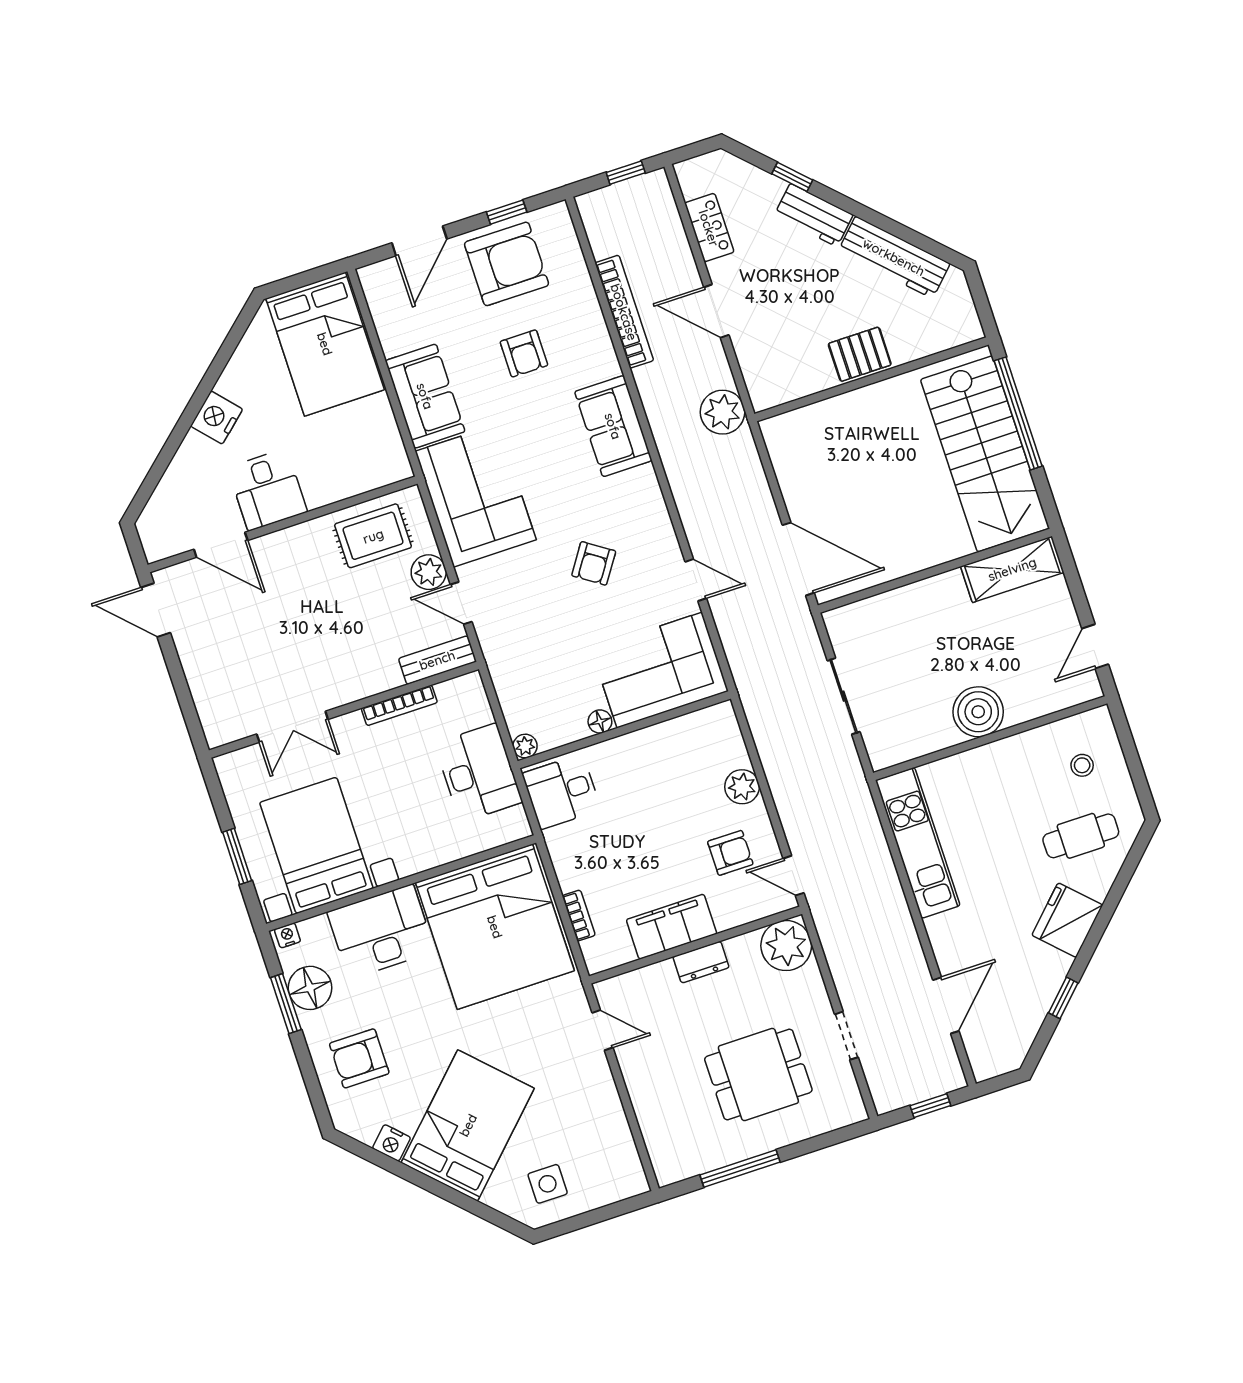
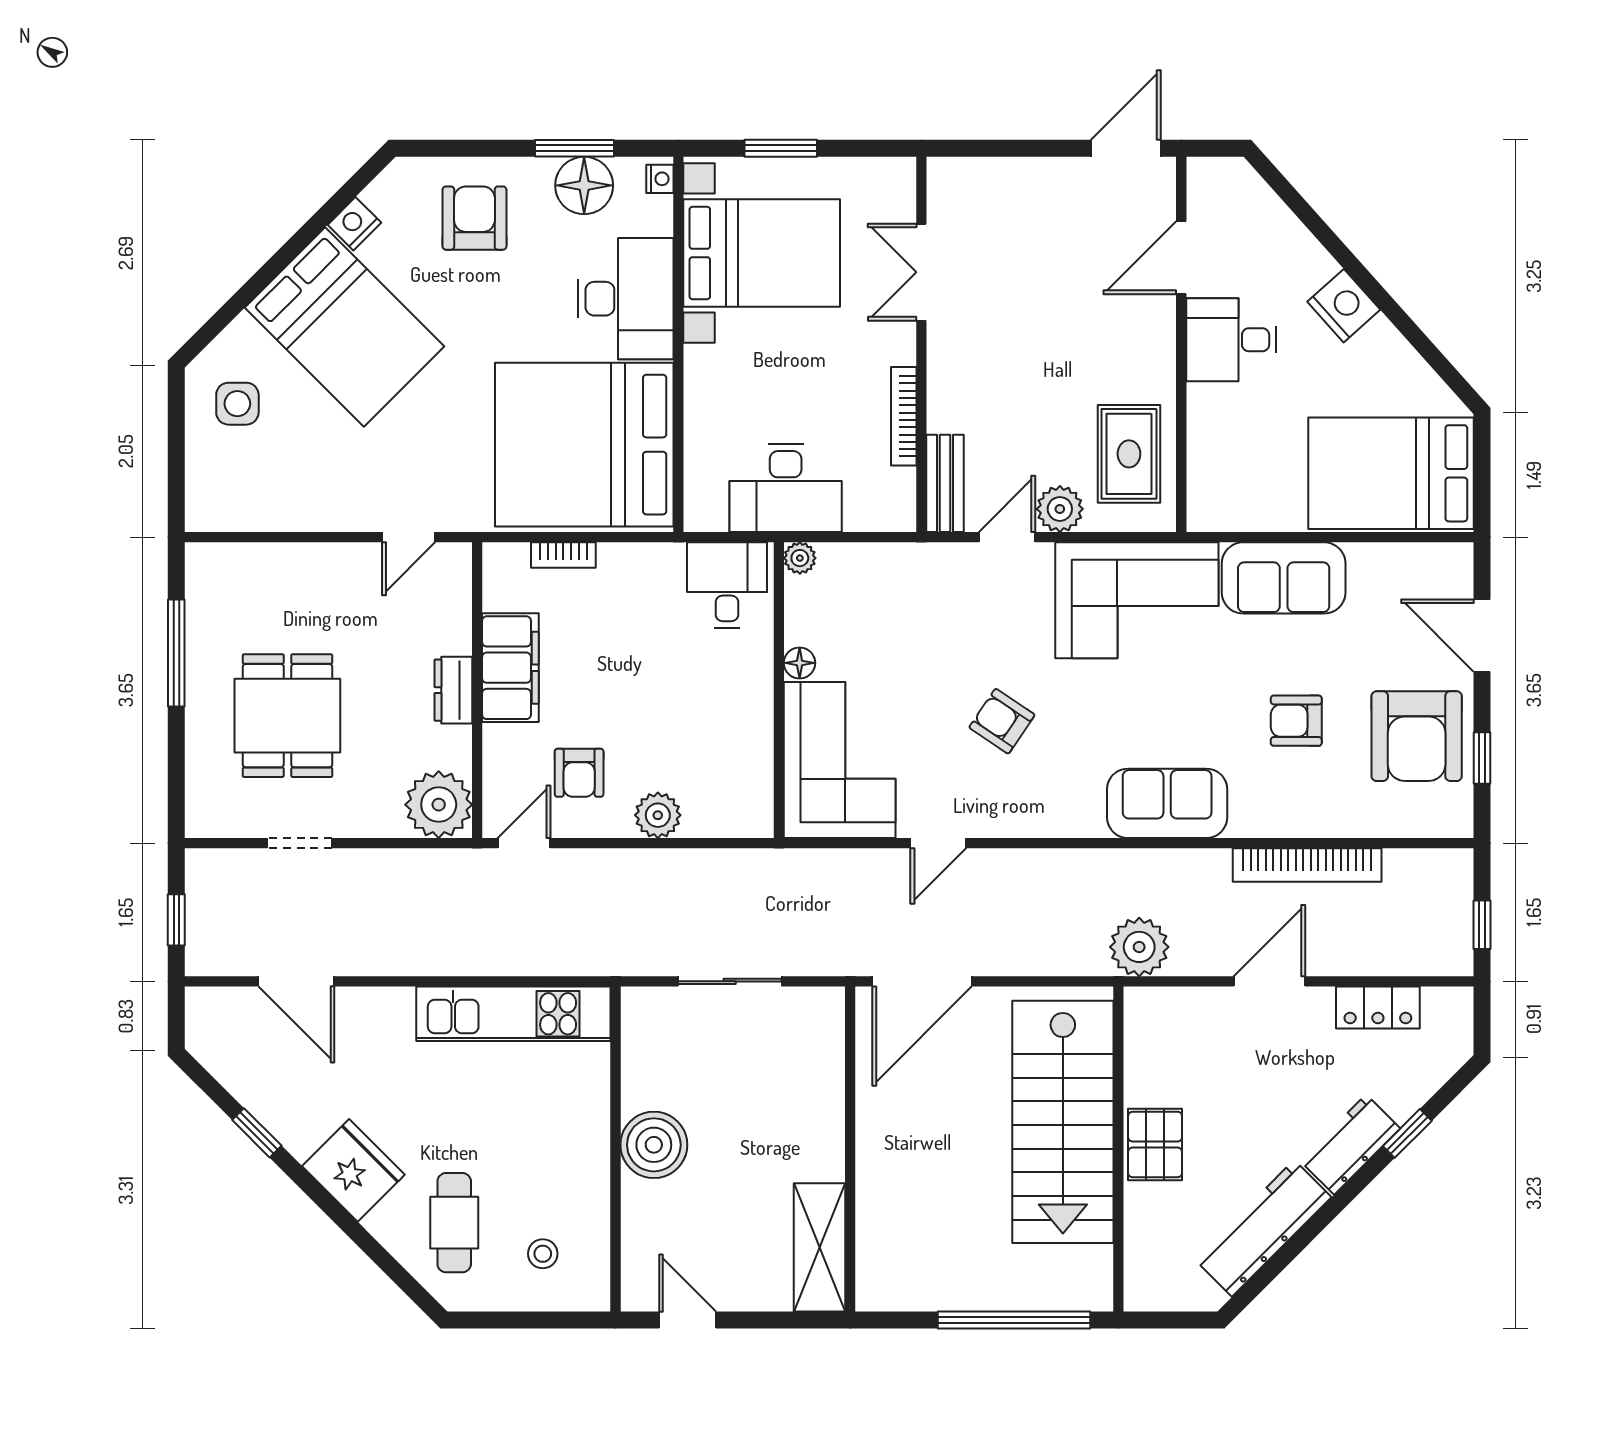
stairs: (985, 454) -> (1063, 1122), moved, turned -90

